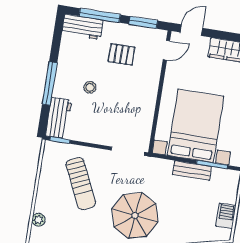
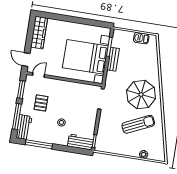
door: (166, 50) -> (39, 75), hinge flipped
window: (50, 83) -> (39, 144), moved
sun lounger: (81, 184) -> (138, 124), moved

